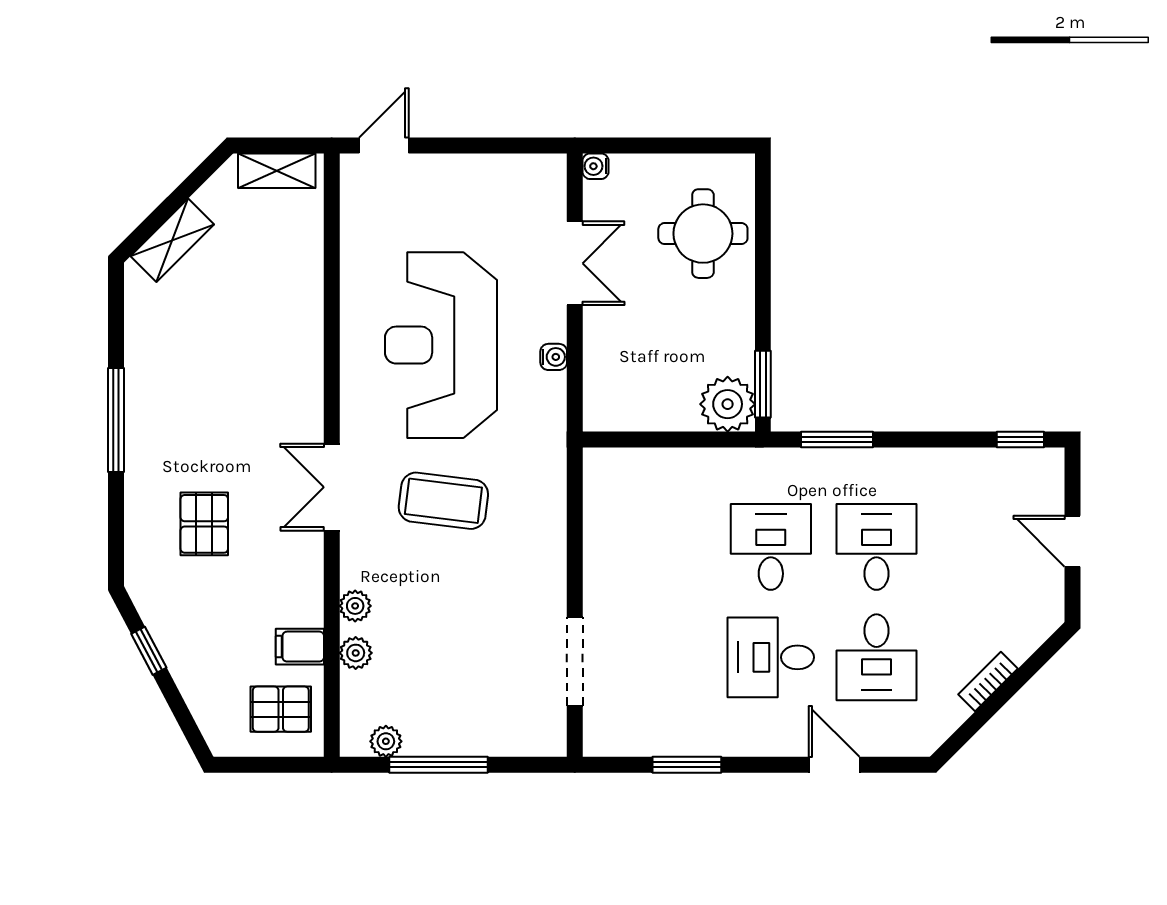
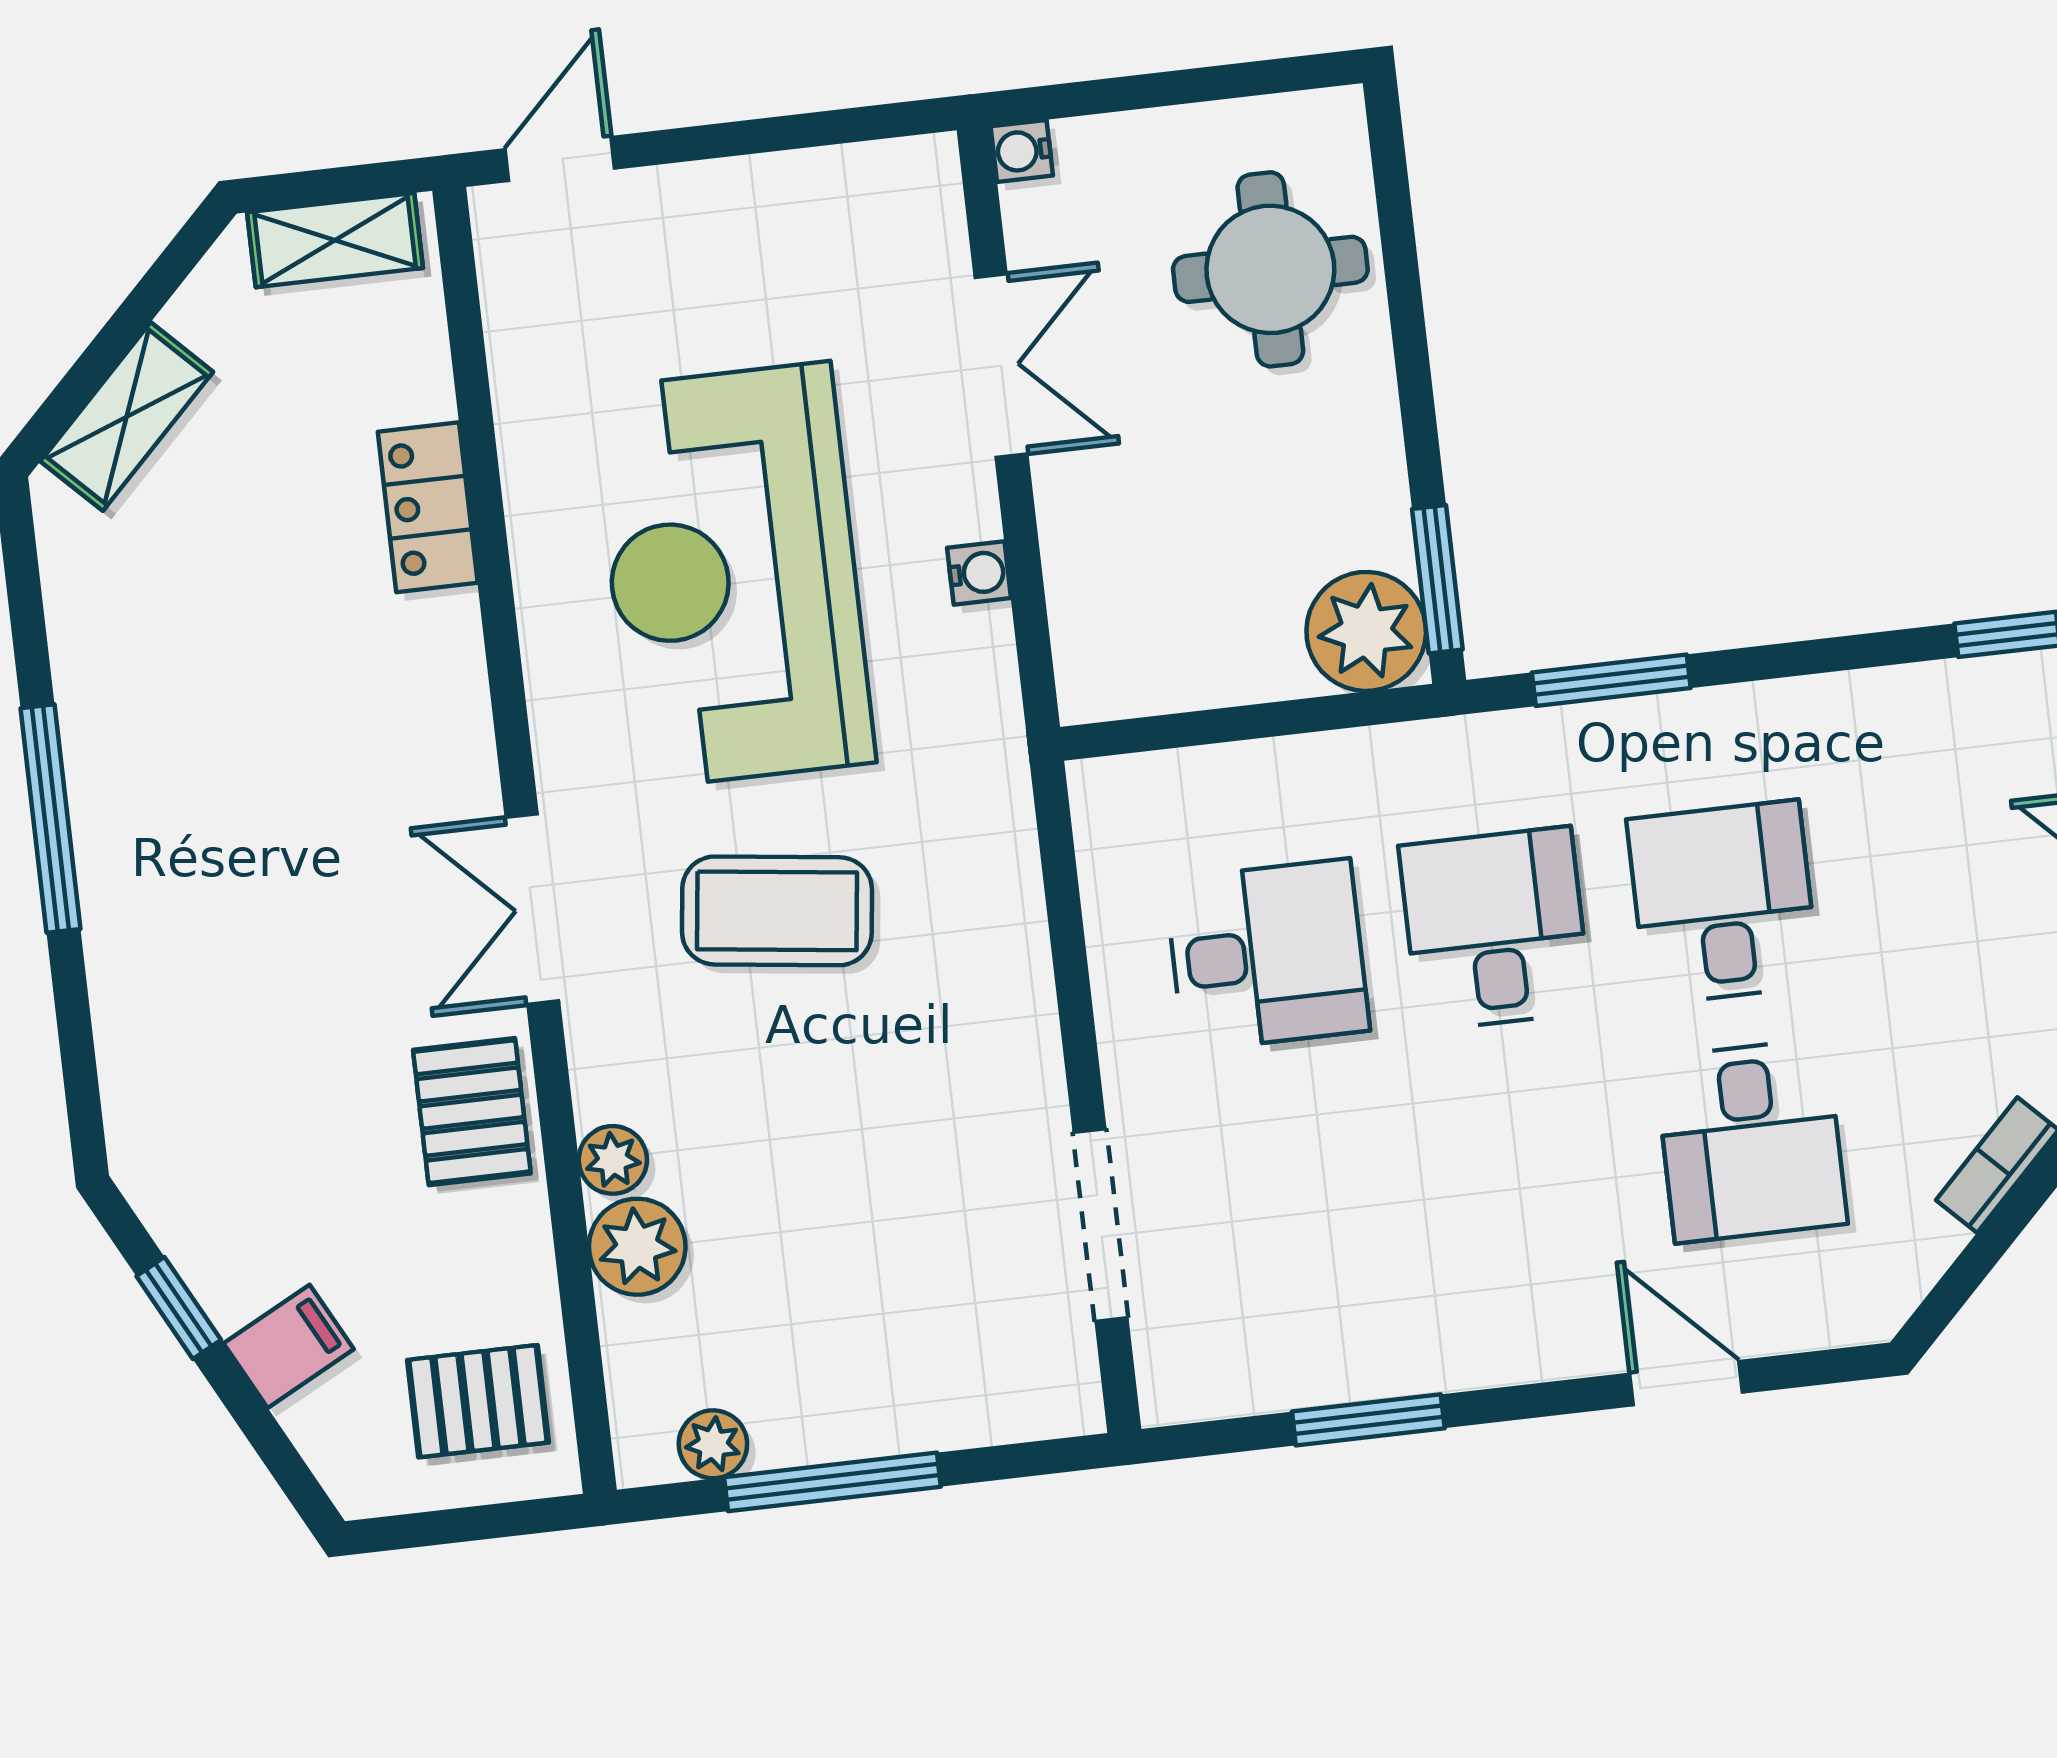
locker: (305, 298) -> (428, 507), added
pallet: (204, 524) -> (472, 1112), moved
filing cabinet: (300, 647) -> (289, 1346), moved, turned 152
plant: (356, 653) -> (637, 1247), width x1.38, depth x1.38
desk: (771, 657) -> (1267, 955), moved, turned 180

